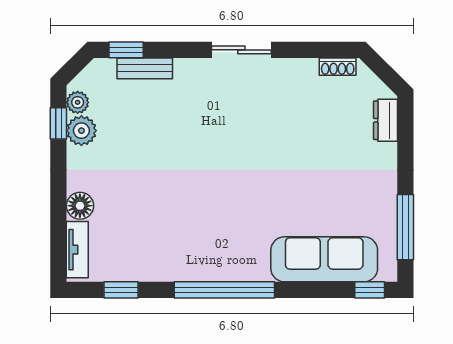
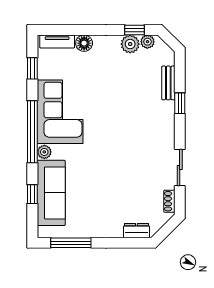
window: (126, 50) -> (180, 103), moved
sliding door: (241, 50) -> (180, 167), moved
corner sofa: (192, 245) -> (60, 112), added
plant: (257, 271) -> (44, 152), added
window: (370, 290) -> (32, 194), moved

